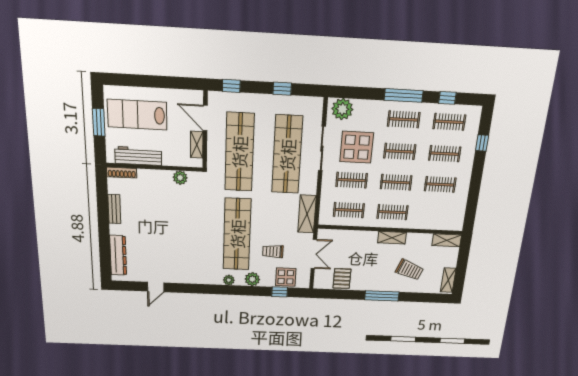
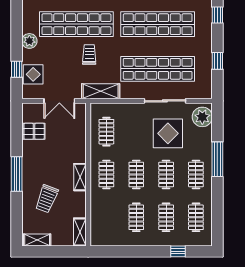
window: (404, 95) -> (217, 159), moved
window: (447, 98) -> (217, 212), removed
clothes rail: (352, 180) -> (136, 132), removed
trolley: (273, 251) -> (89, 55), moved
plant: (229, 280) -> (27, 17), removed

